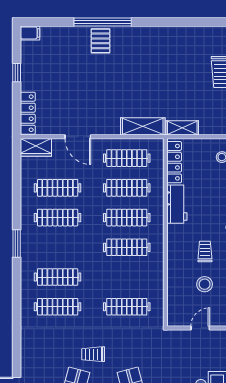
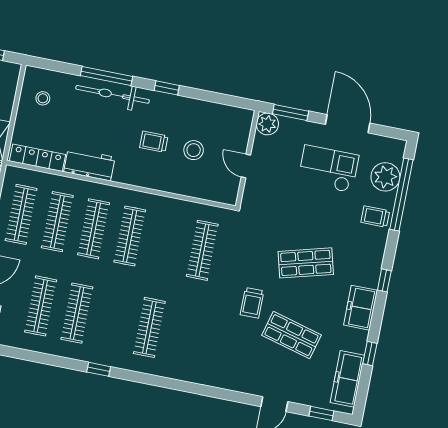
window: (17, 244) -> (99, 369), width x0.67
clothes rail: (58, 307) -> (186, 335), removed

